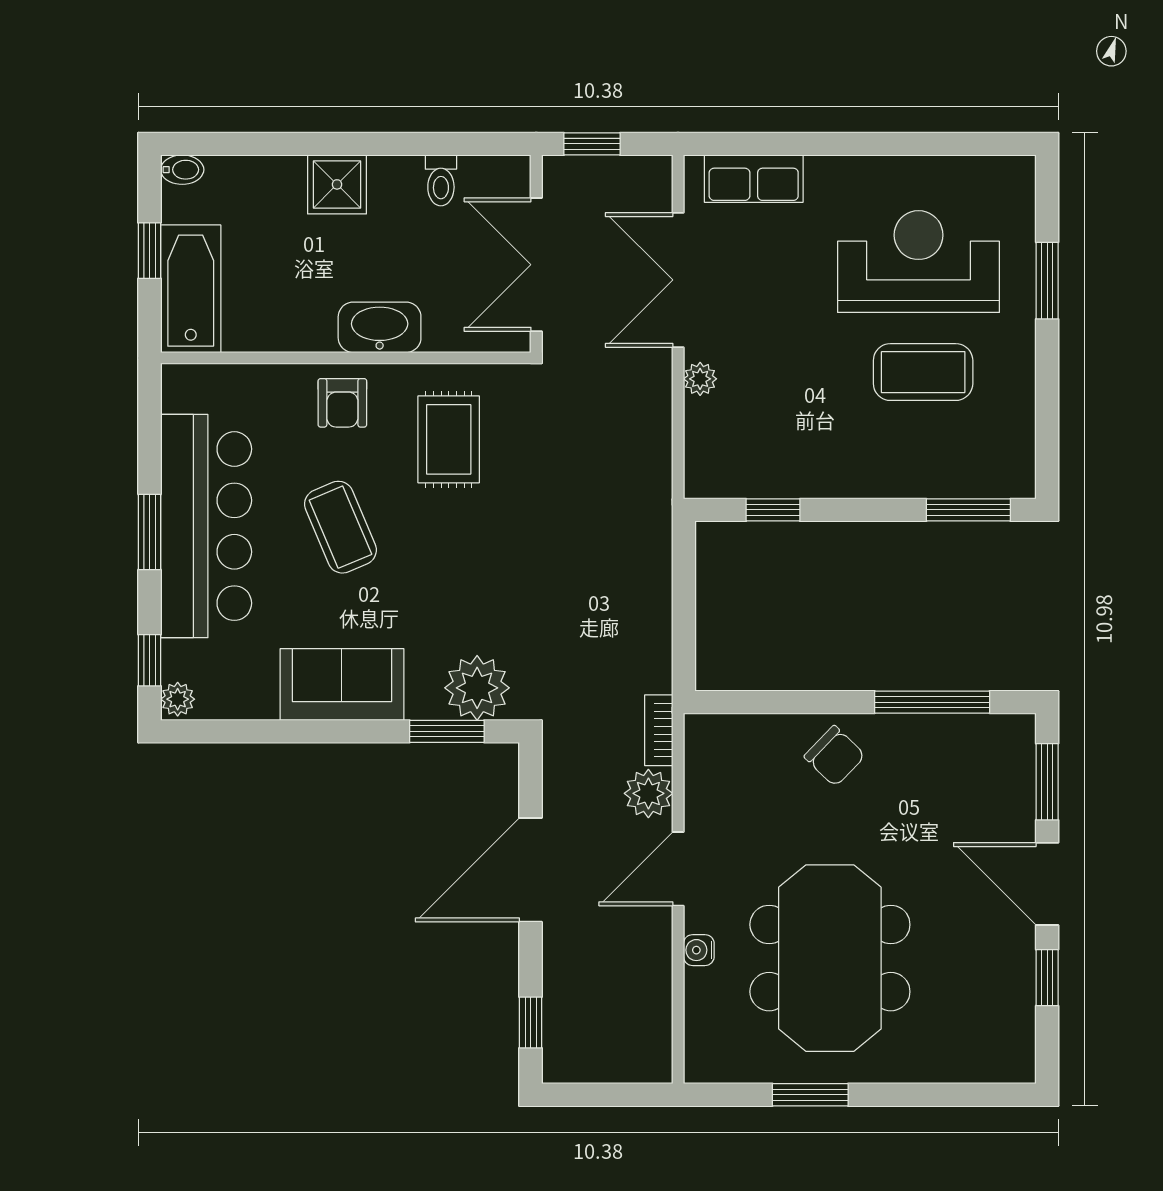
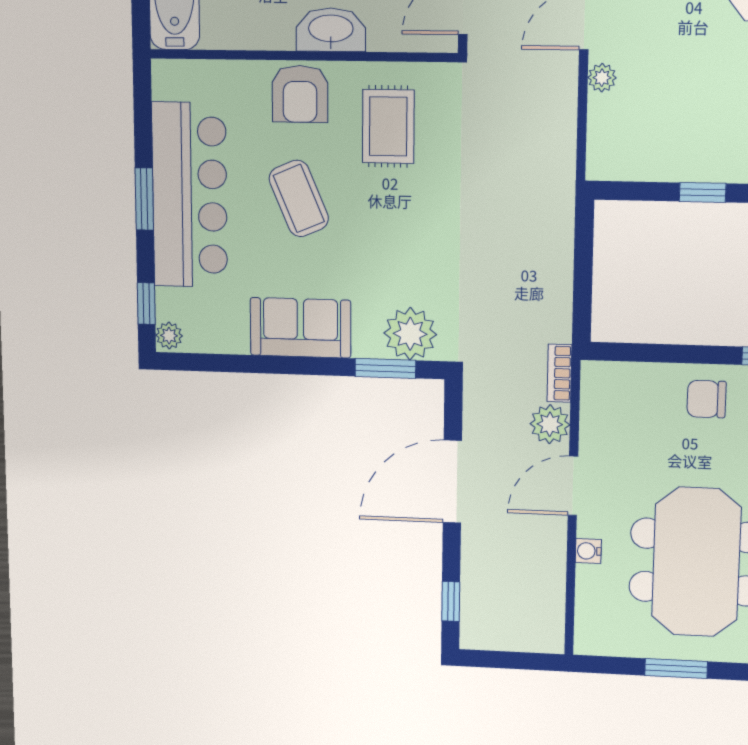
armchair: (342, 403) -> (300, 94), width x1.38, depth x1.38
window: (773, 510) -> (703, 192), moved
chair: (835, 756) -> (706, 399), turned 136

